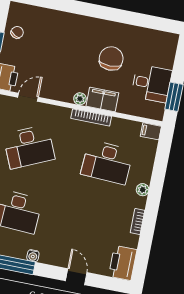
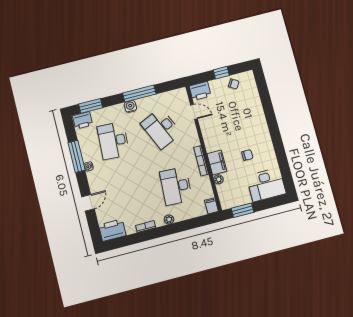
chair: (111, 59) -> (247, 155), width x0.54, depth x0.54
desk: (152, 83) -> (266, 185), moved, width x1.37
plant: (80, 99) -> (219, 179), moved

